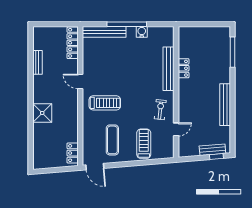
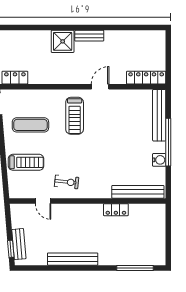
bench: (37, 62) -> (89, 36), moved
bench: (169, 69) -> (138, 192), moved

